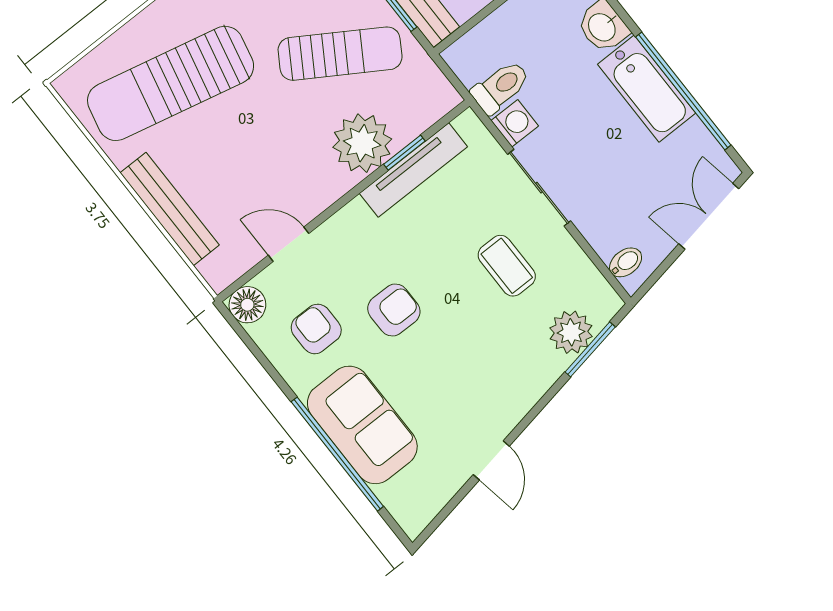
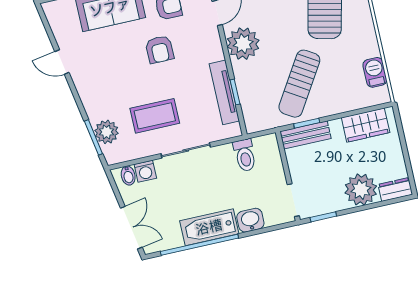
washing machine: (515, 123) -> (145, 171), moved
plant: (362, 143) -> (243, 44), moved
coffee table: (507, 266) -> (155, 116), width x1.36, depth x1.30

